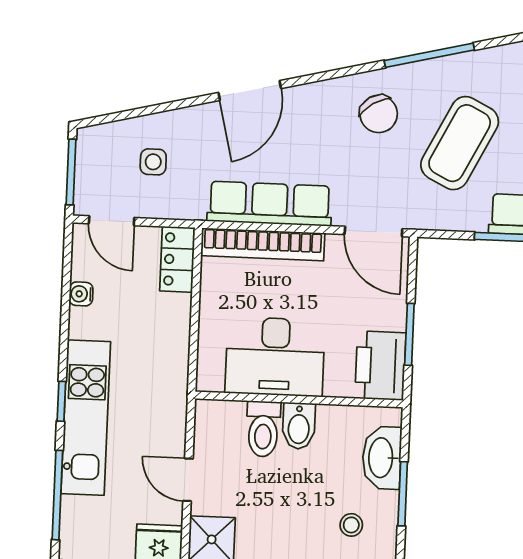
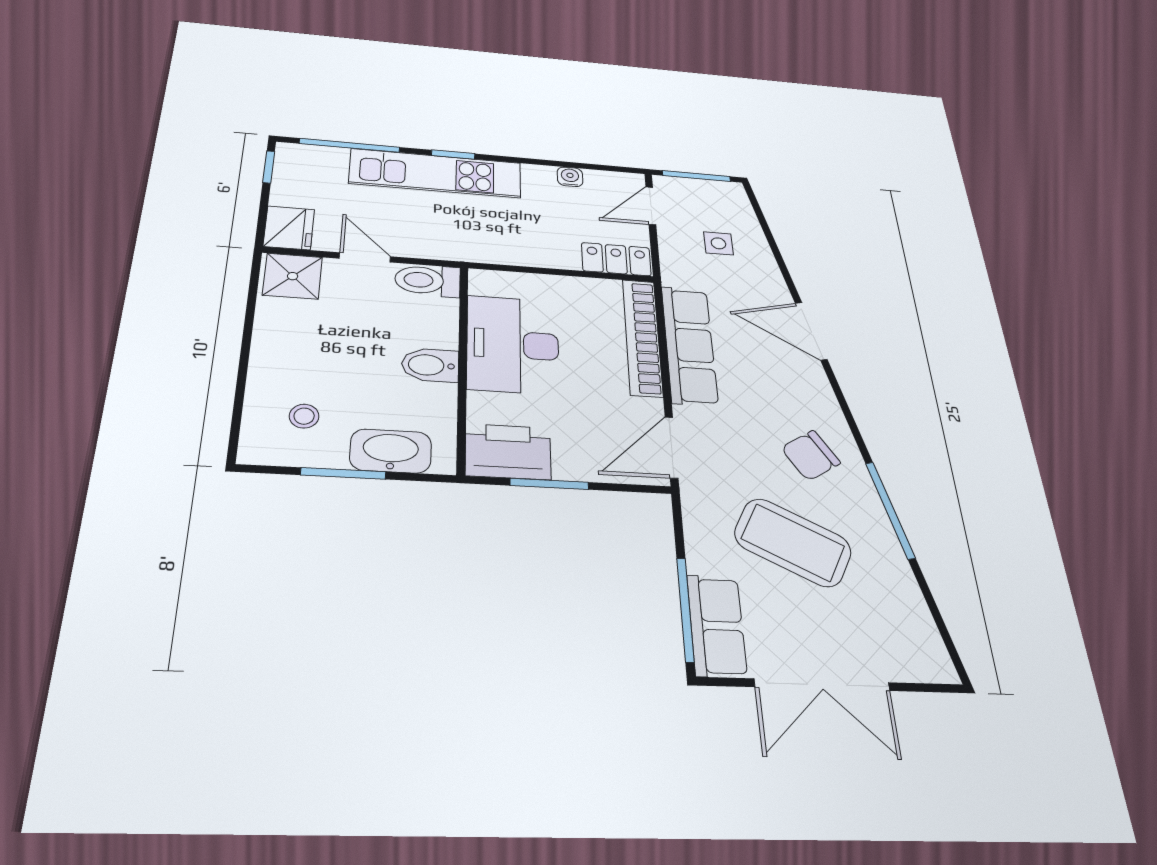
toilet: (263, 429) -> (428, 280), moved
door: (188, 480) -> (365, 257), hinge flipped

